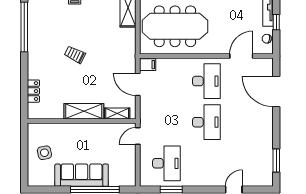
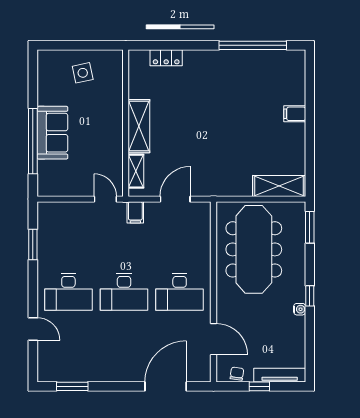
trolley: (75, 55) -> (215, 114), removed
filing cabinet: (148, 65) -> (135, 212), moved
desk: (166, 163) -> (68, 292), moved
sofa: (82, 175) -> (52, 133), width x0.73

